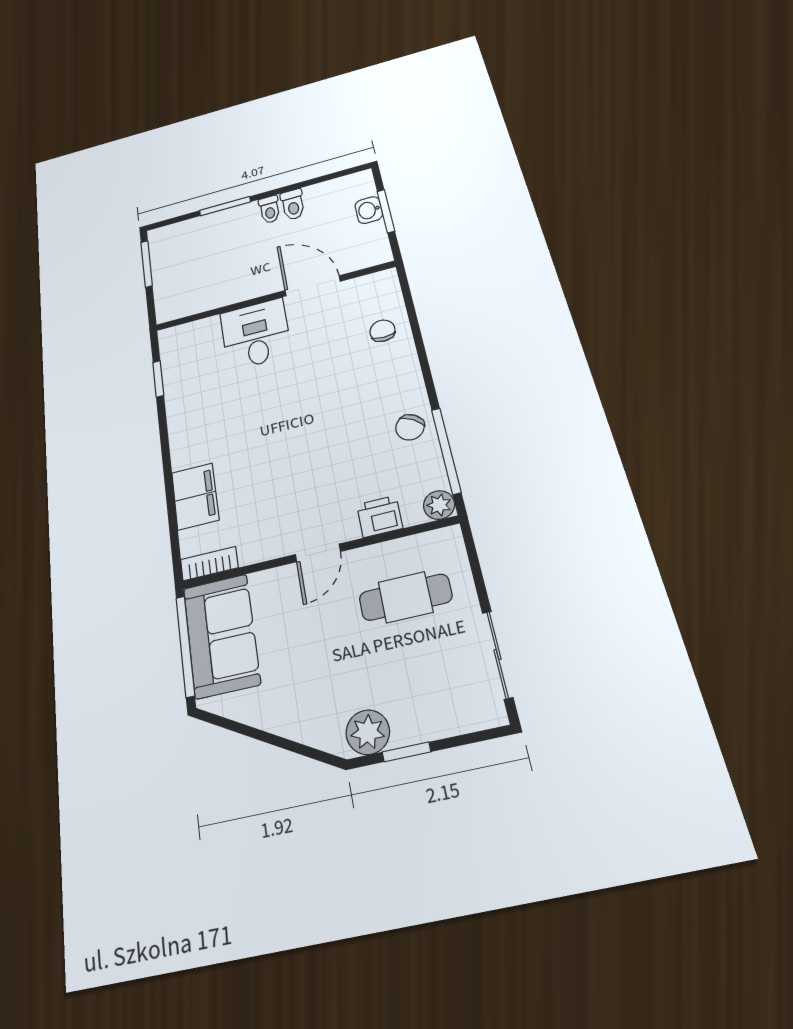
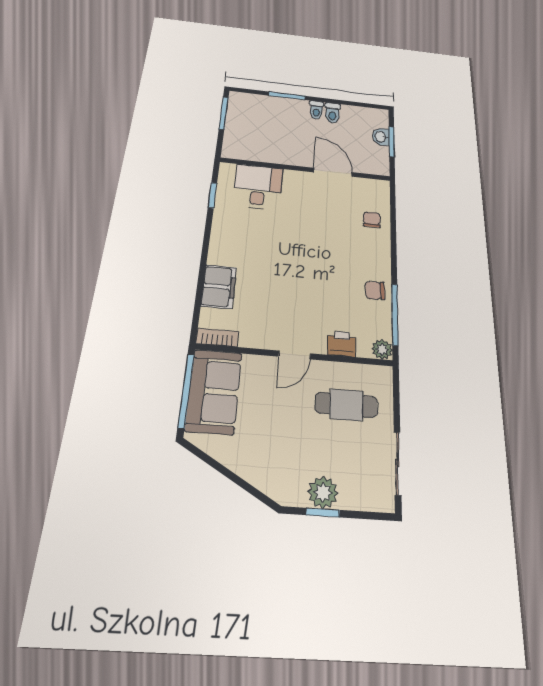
desk: (256, 334) -> (258, 187), moved
chair: (410, 427) -> (375, 291), turned 53
plant: (368, 732) -> (323, 492), moved

